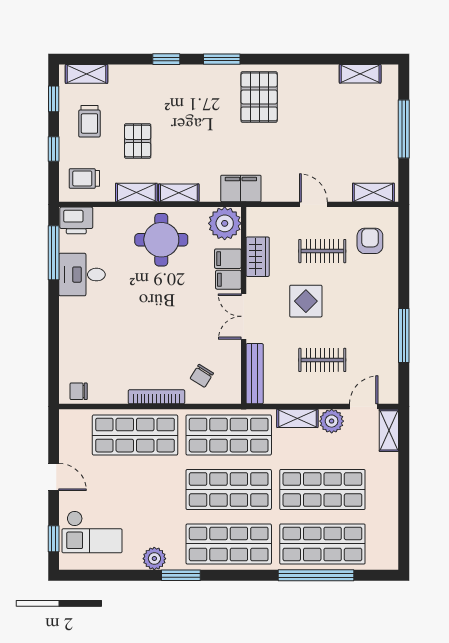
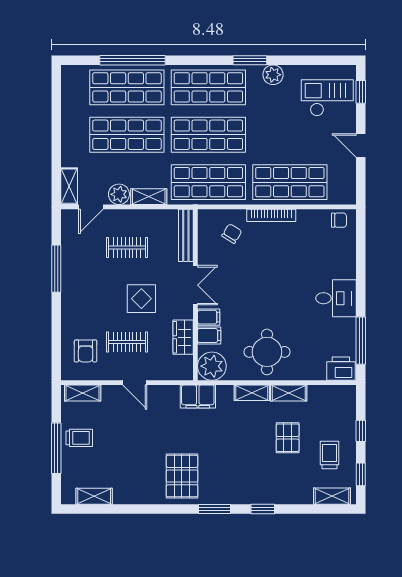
trolley: (84, 178) -> (79, 438), moved
desk: (82, 275) -> (336, 298), moved

